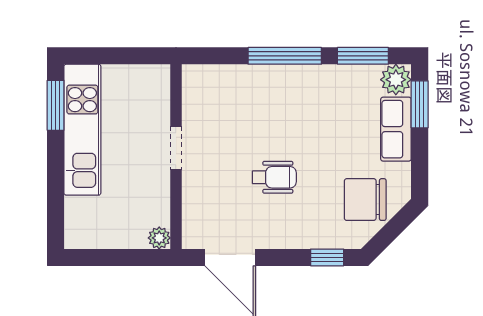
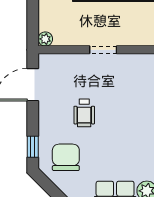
chair: (365, 200) -> (66, 157), moved

